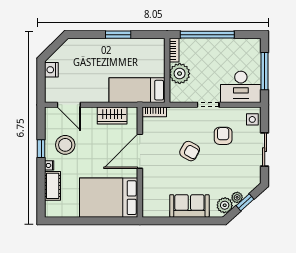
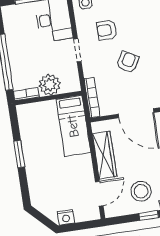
bookcase: (154, 112) -> (92, 98), width x1.56
wardrobe: (112, 116) -> (105, 155), width x1.50

